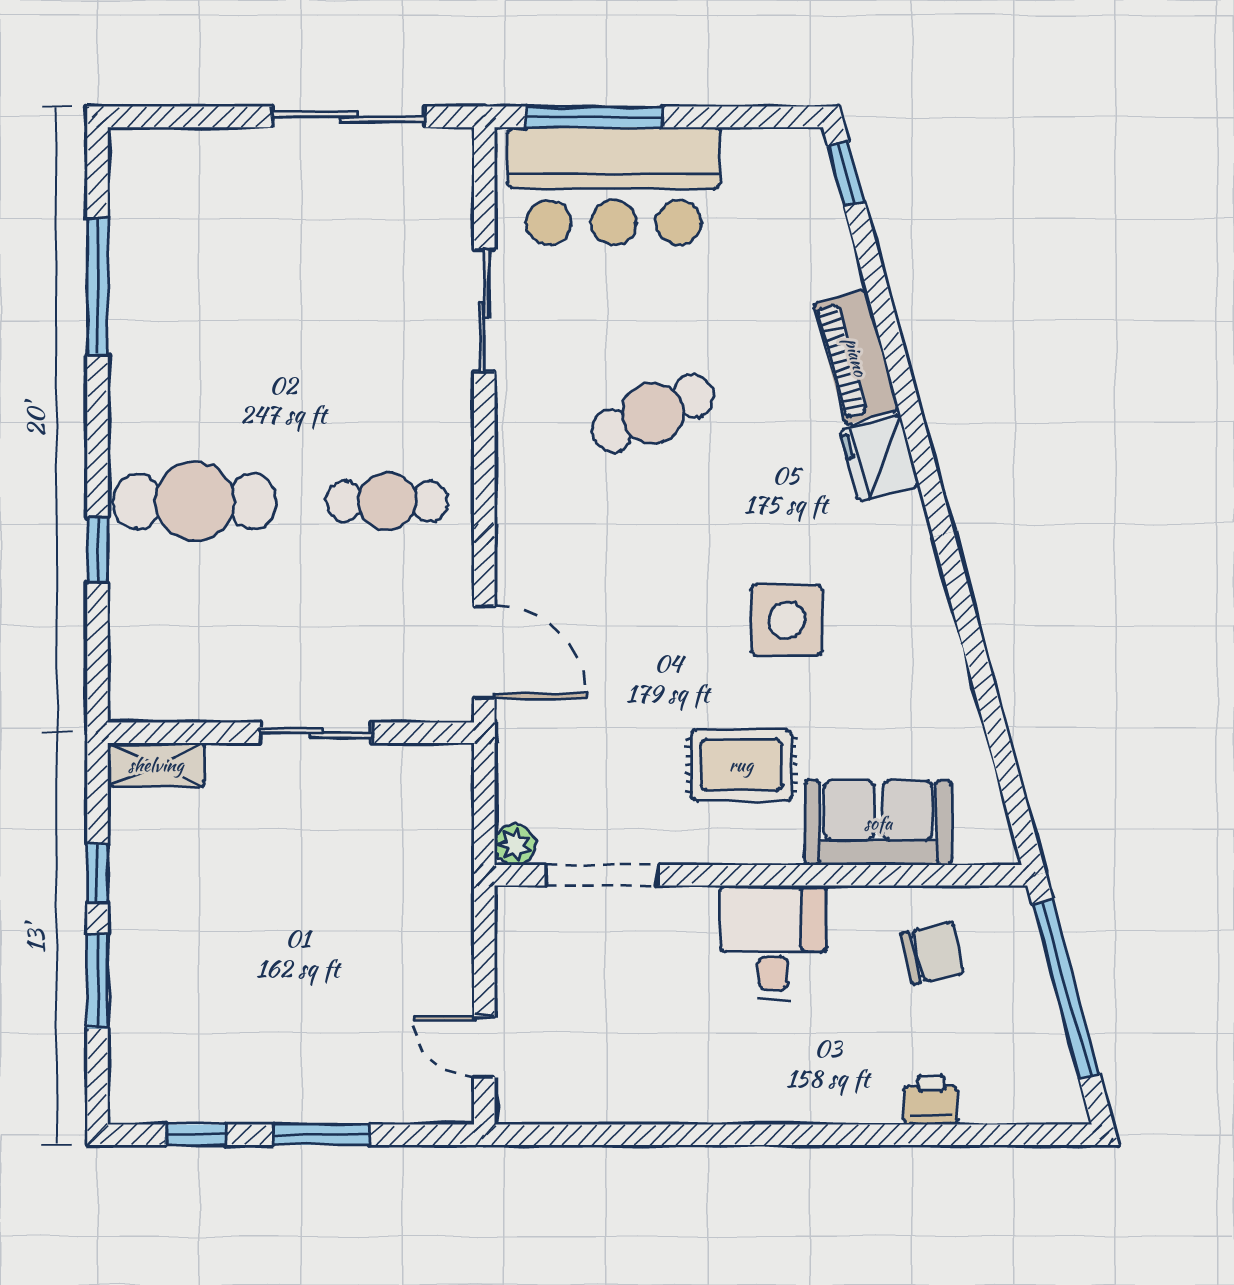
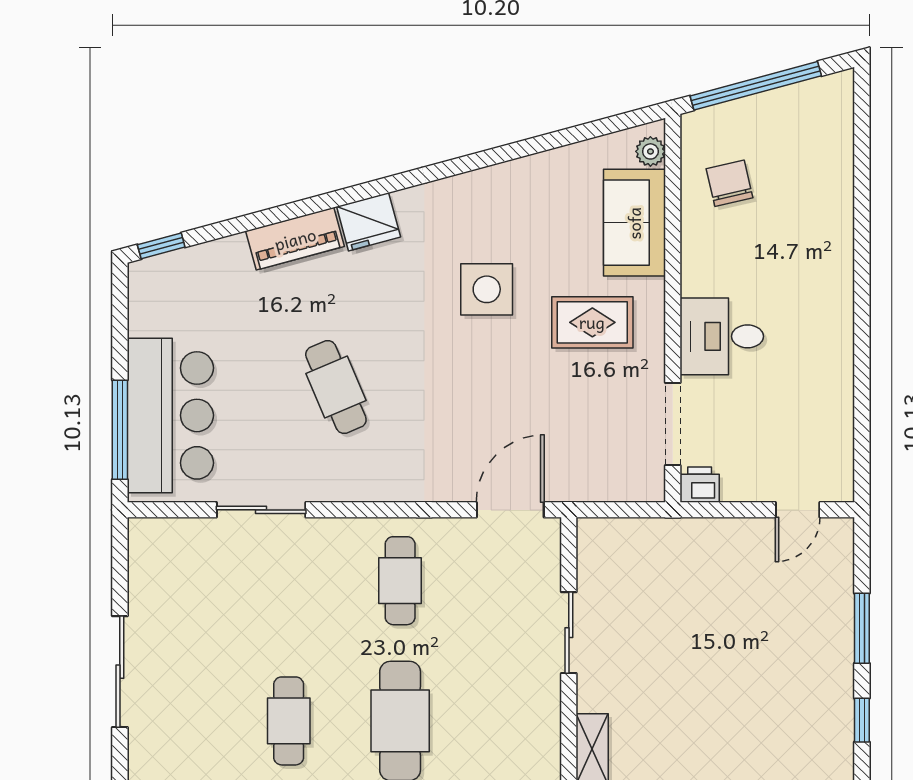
sliding door: (348, 117) -> (120, 672), moved
cafe table: (195, 348) -> (289, 721), added
rug: (741, 765) -> (592, 322), turned 90
plant: (515, 845) -> (650, 151), moved
desk: (773, 943) -> (722, 336), moved
printer: (931, 1100) -> (700, 485), moved, turned 90

